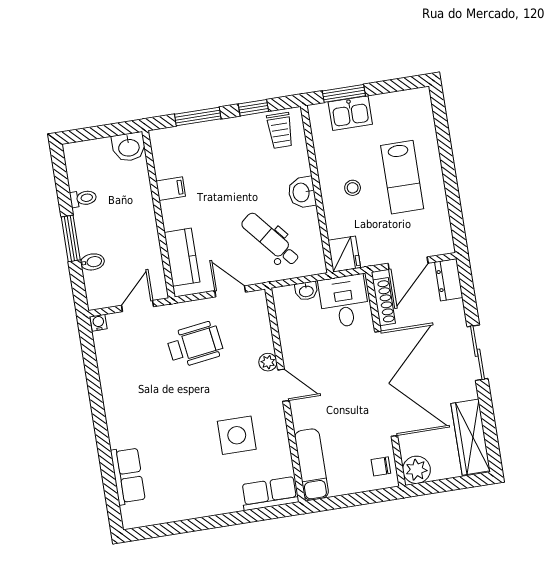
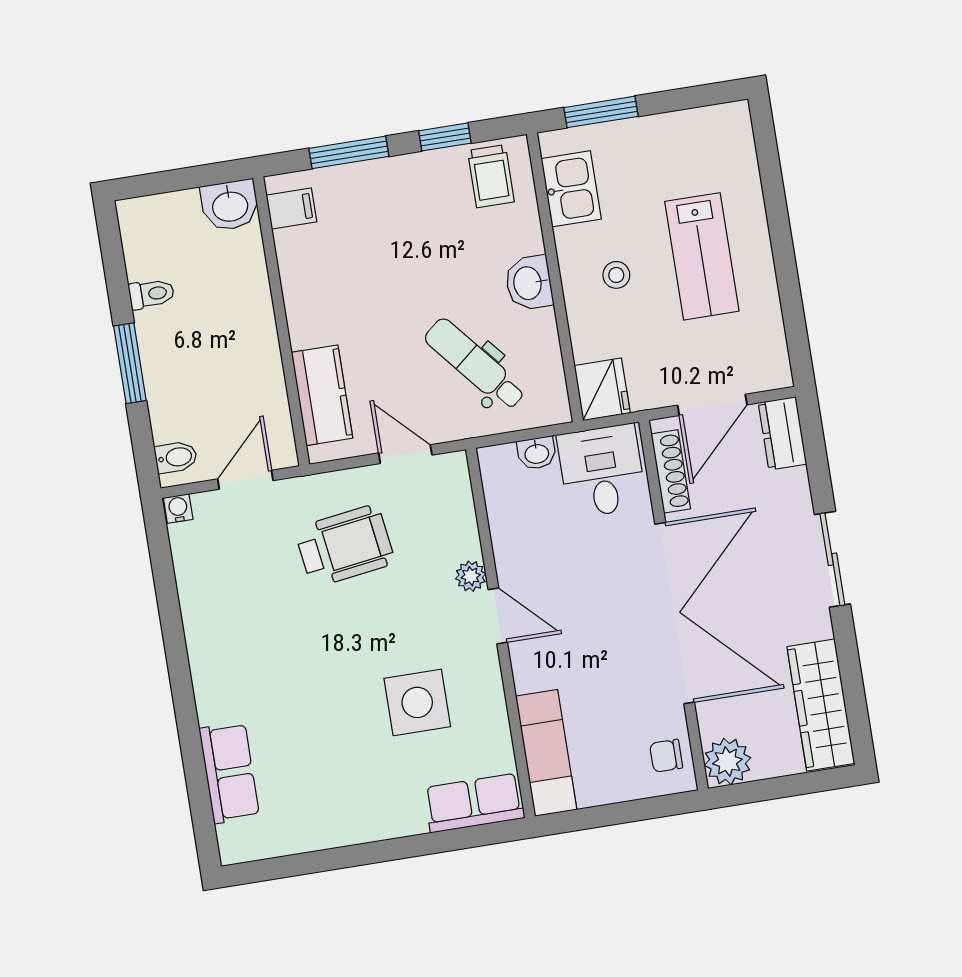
kitchen sink: (350, 113) -> (571, 189), moved, turned -90
filing cabinet: (171, 189) -> (291, 208), moved
bidet: (92, 262) -> (176, 457), moved

